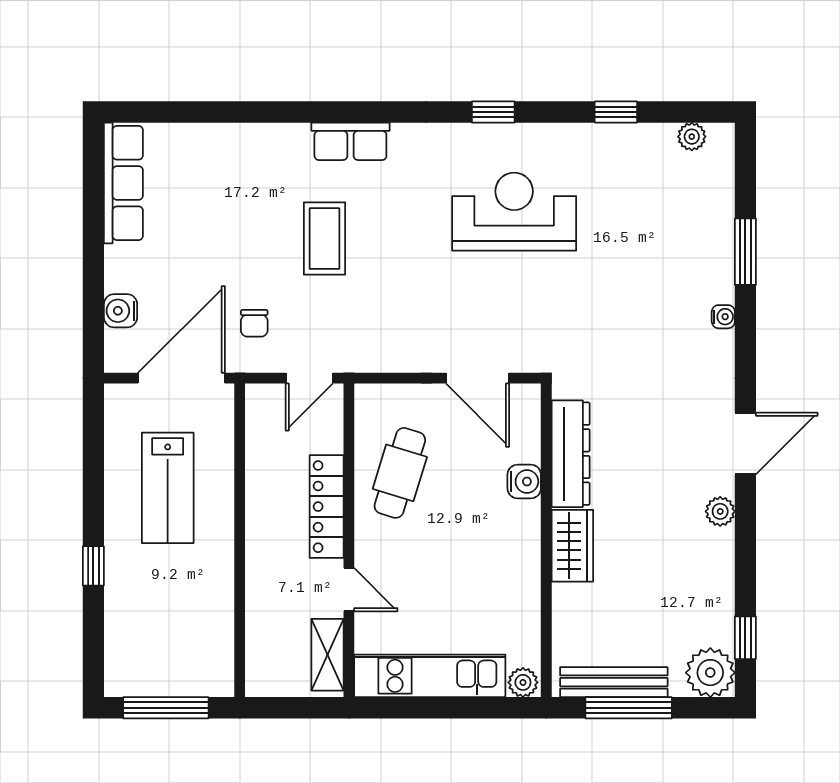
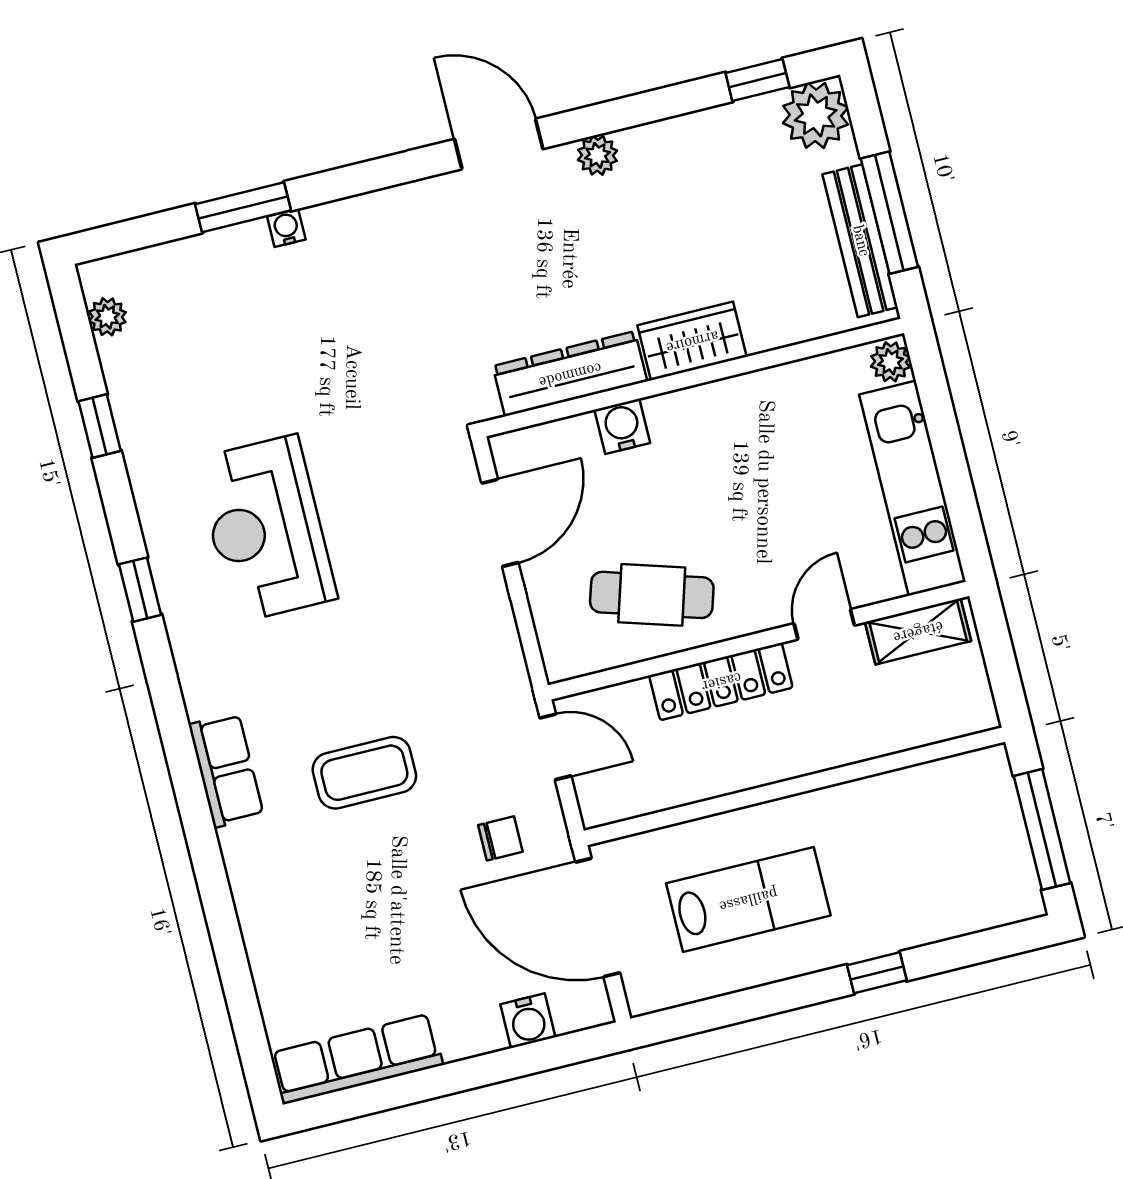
water cooler: (723, 317) -> (286, 228), moved

